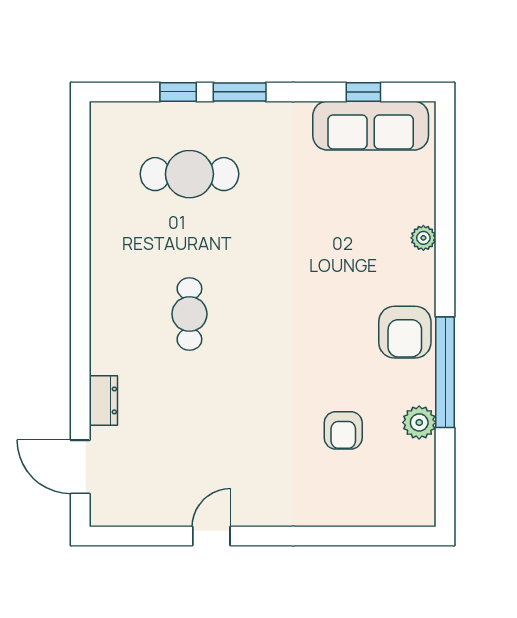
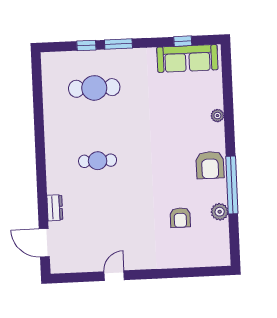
cafe table: (189, 314) -> (98, 161), turned 90

